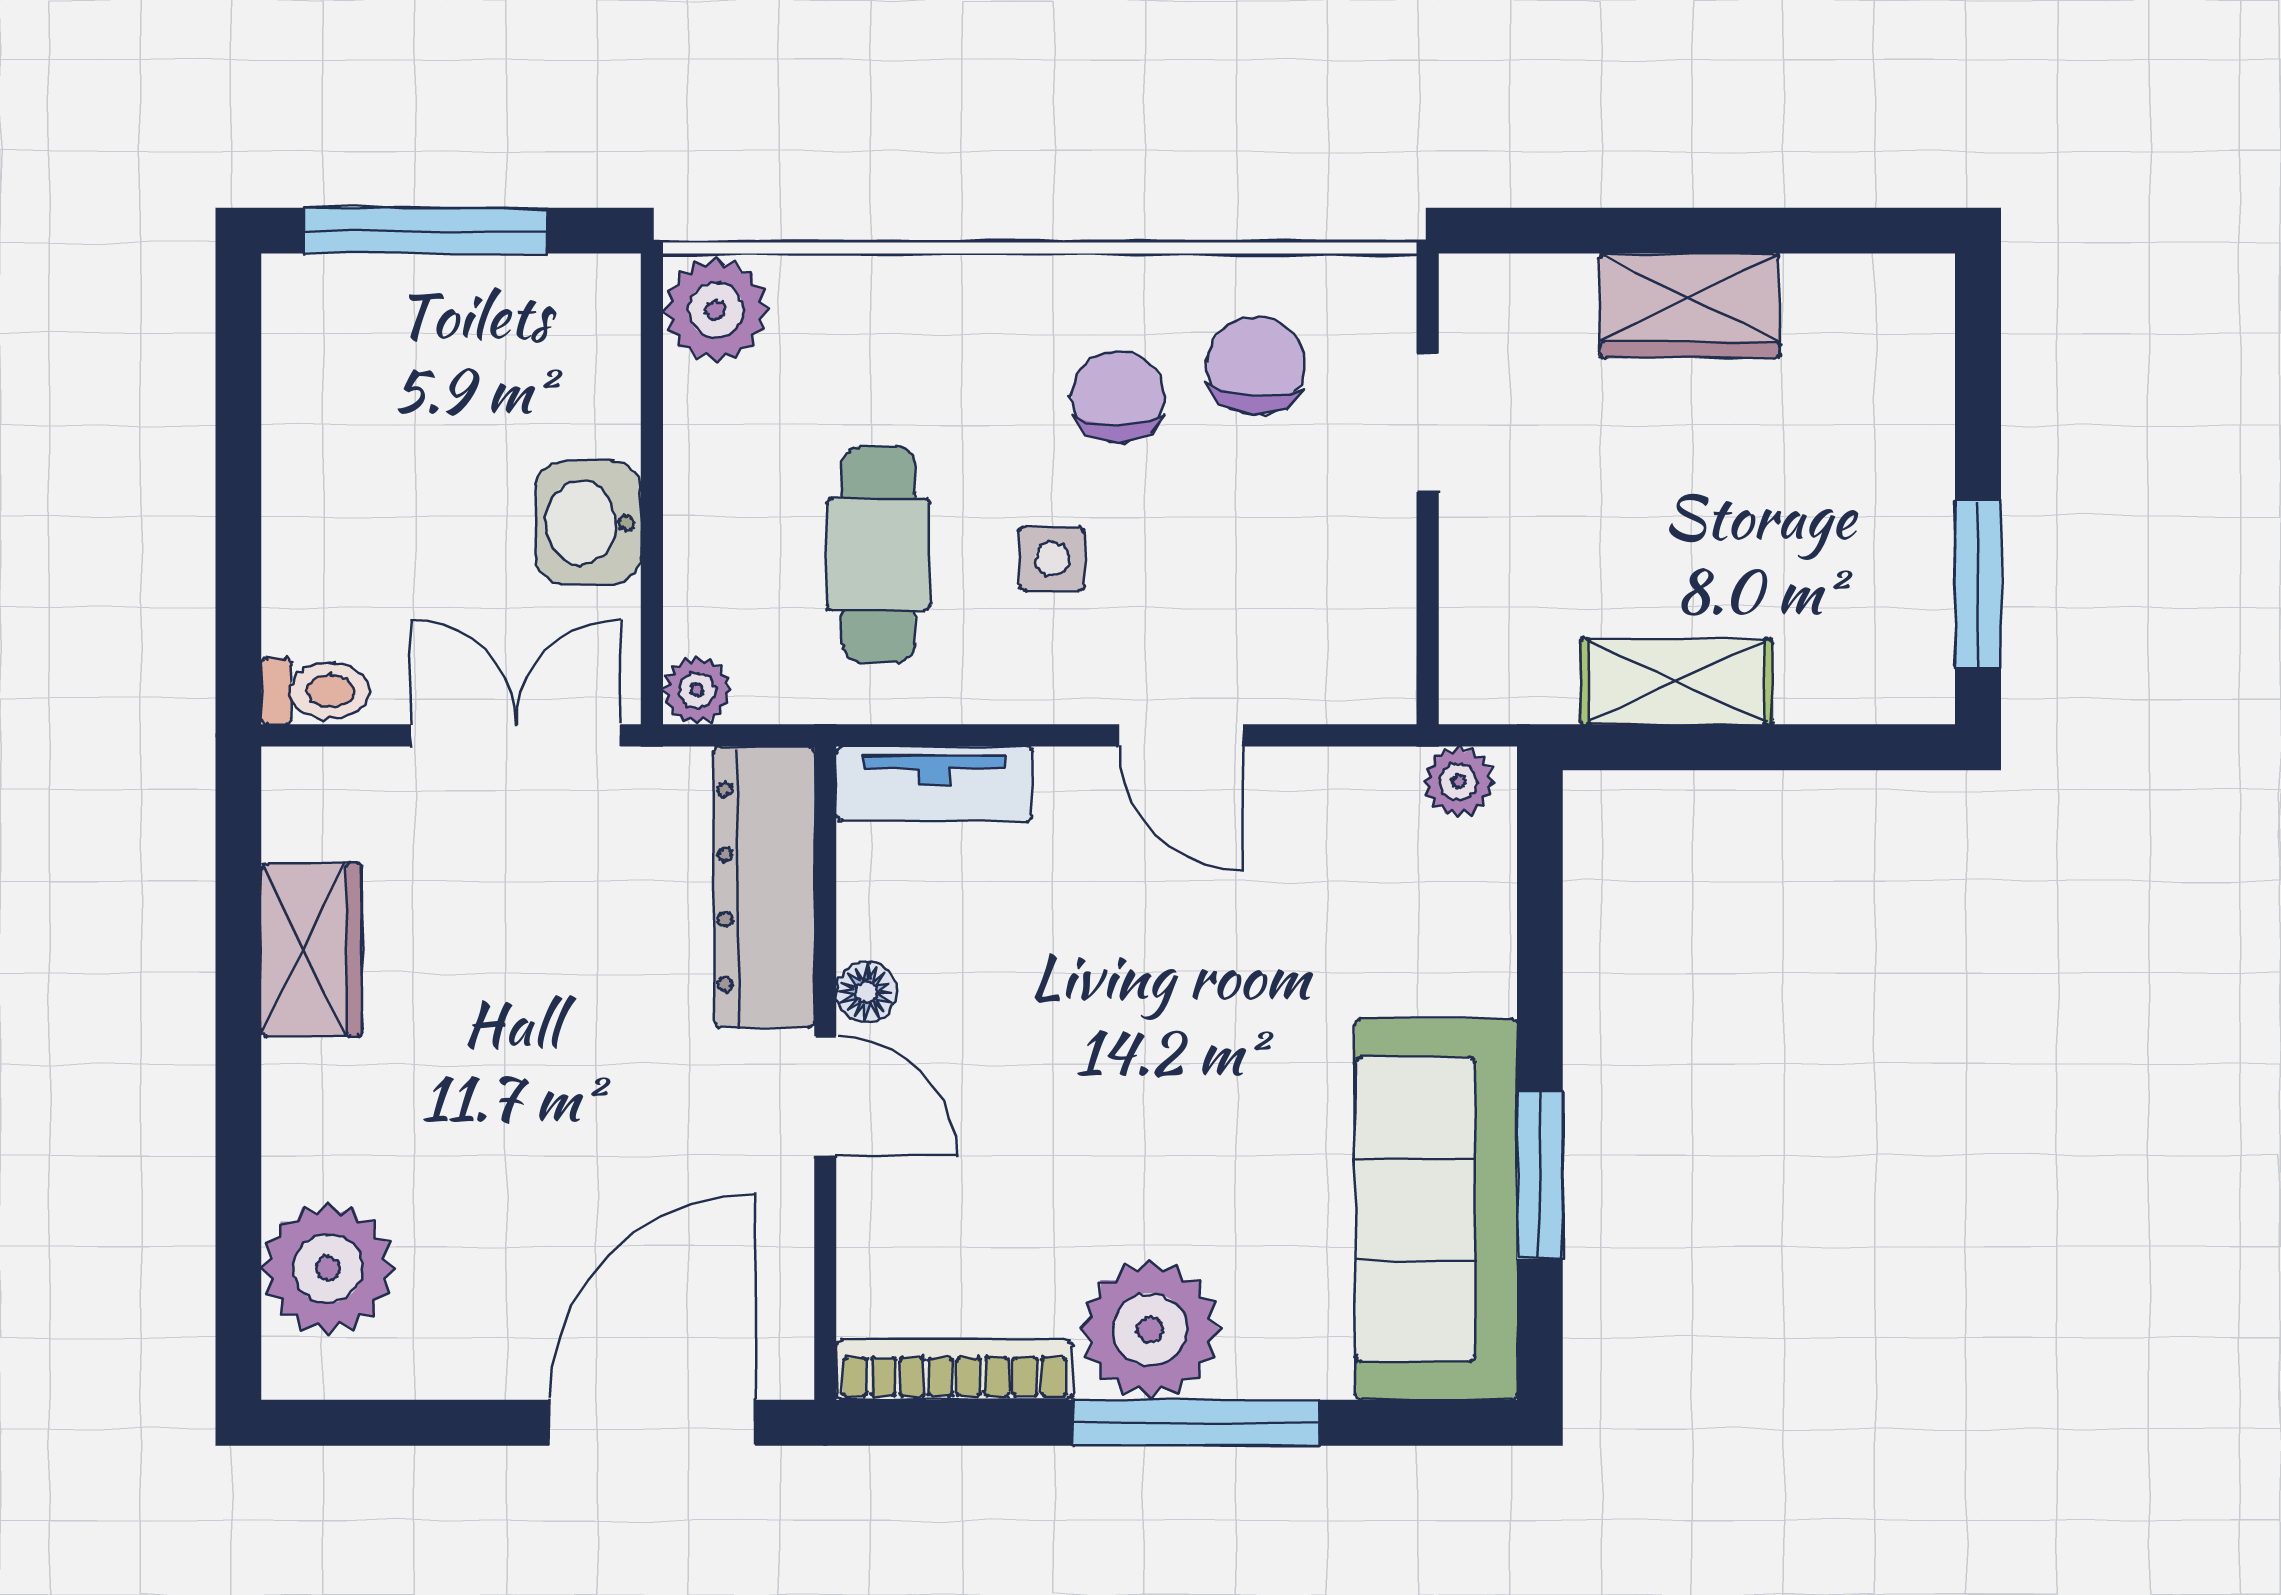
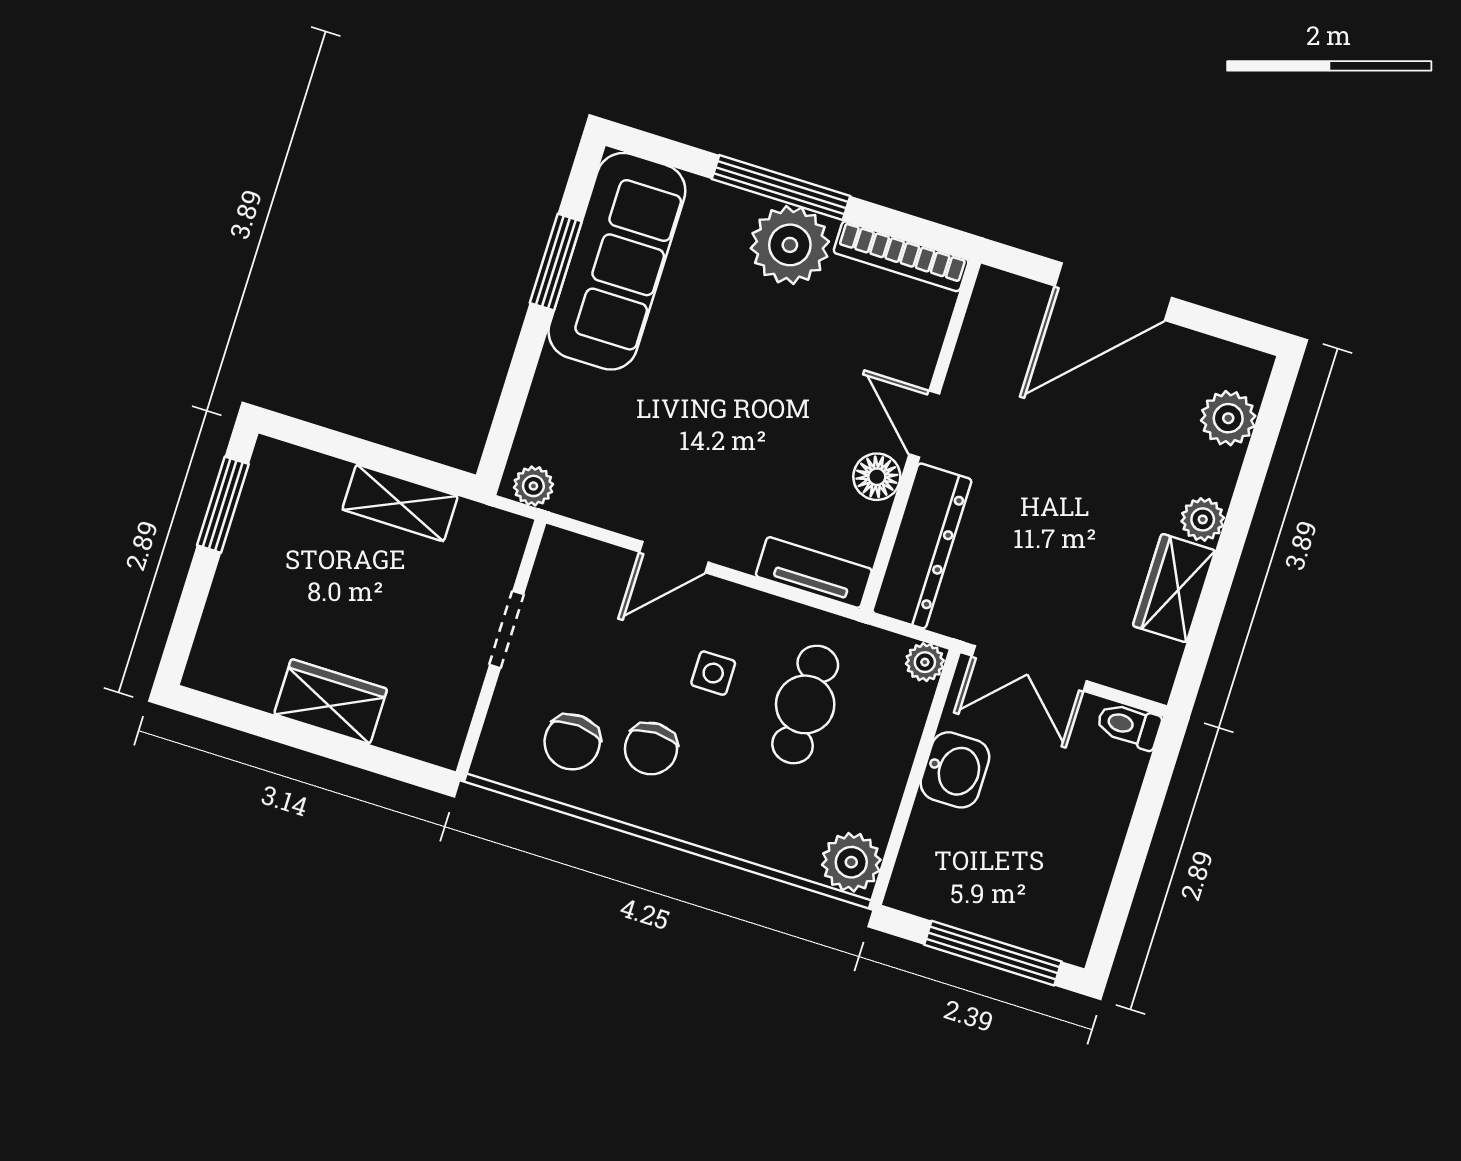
doorway: (1428, 423) -> (507, 629), moved
door: (1181, 735) -> (674, 557), swing flipped
floor lamp: (867, 992) -> (877, 477), width x1.37, depth x1.37
plant: (299, 1082) -> (1203, 519), added
plant: (328, 1268) -> (1228, 418), width x0.73, depth x0.73
door: (652, 1423) -> (1113, 292), moved

